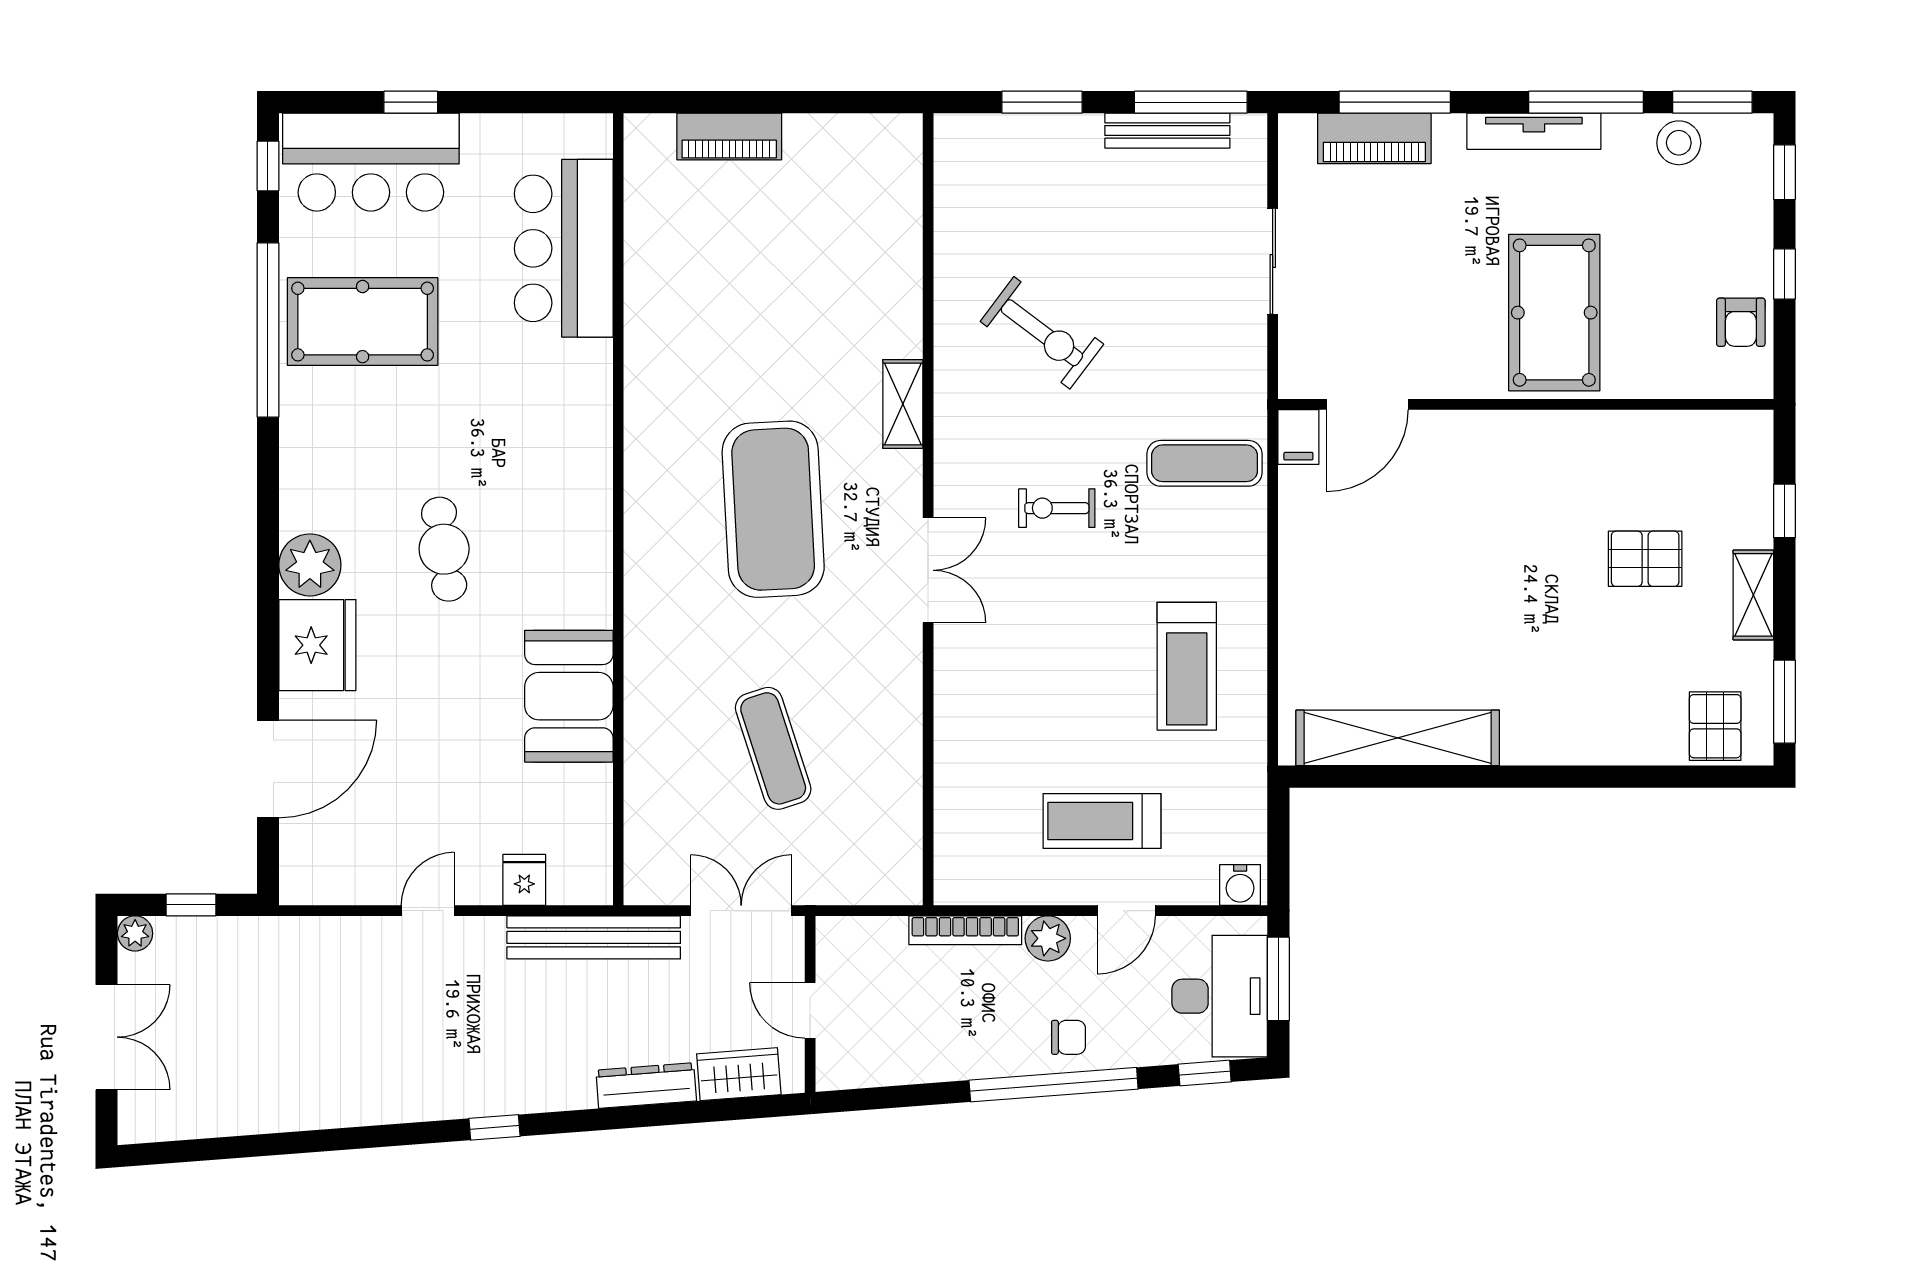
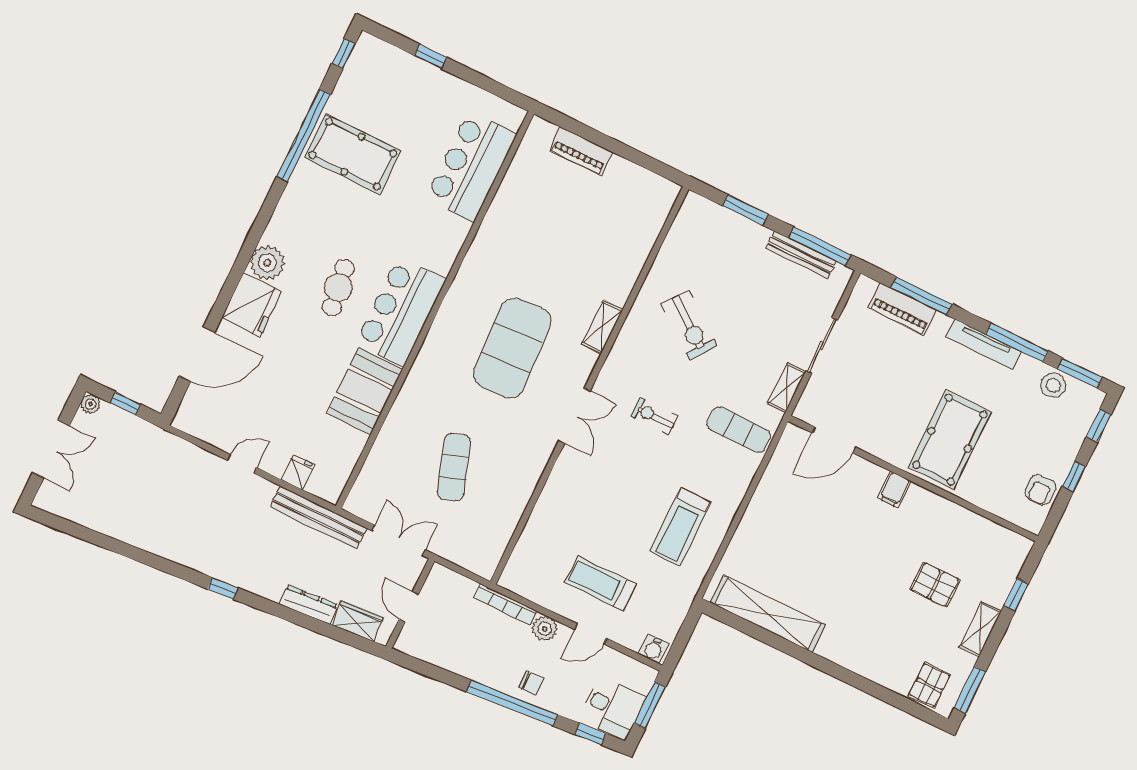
bar counter: (371, 162) -> (401, 311), moved, turned 90
shelving: (1249, 357) -> (787, 387), added
filing cabinet: (1298, 437) -> (894, 490), moved
desk: (1220, 996) -> (612, 708), width x0.73

